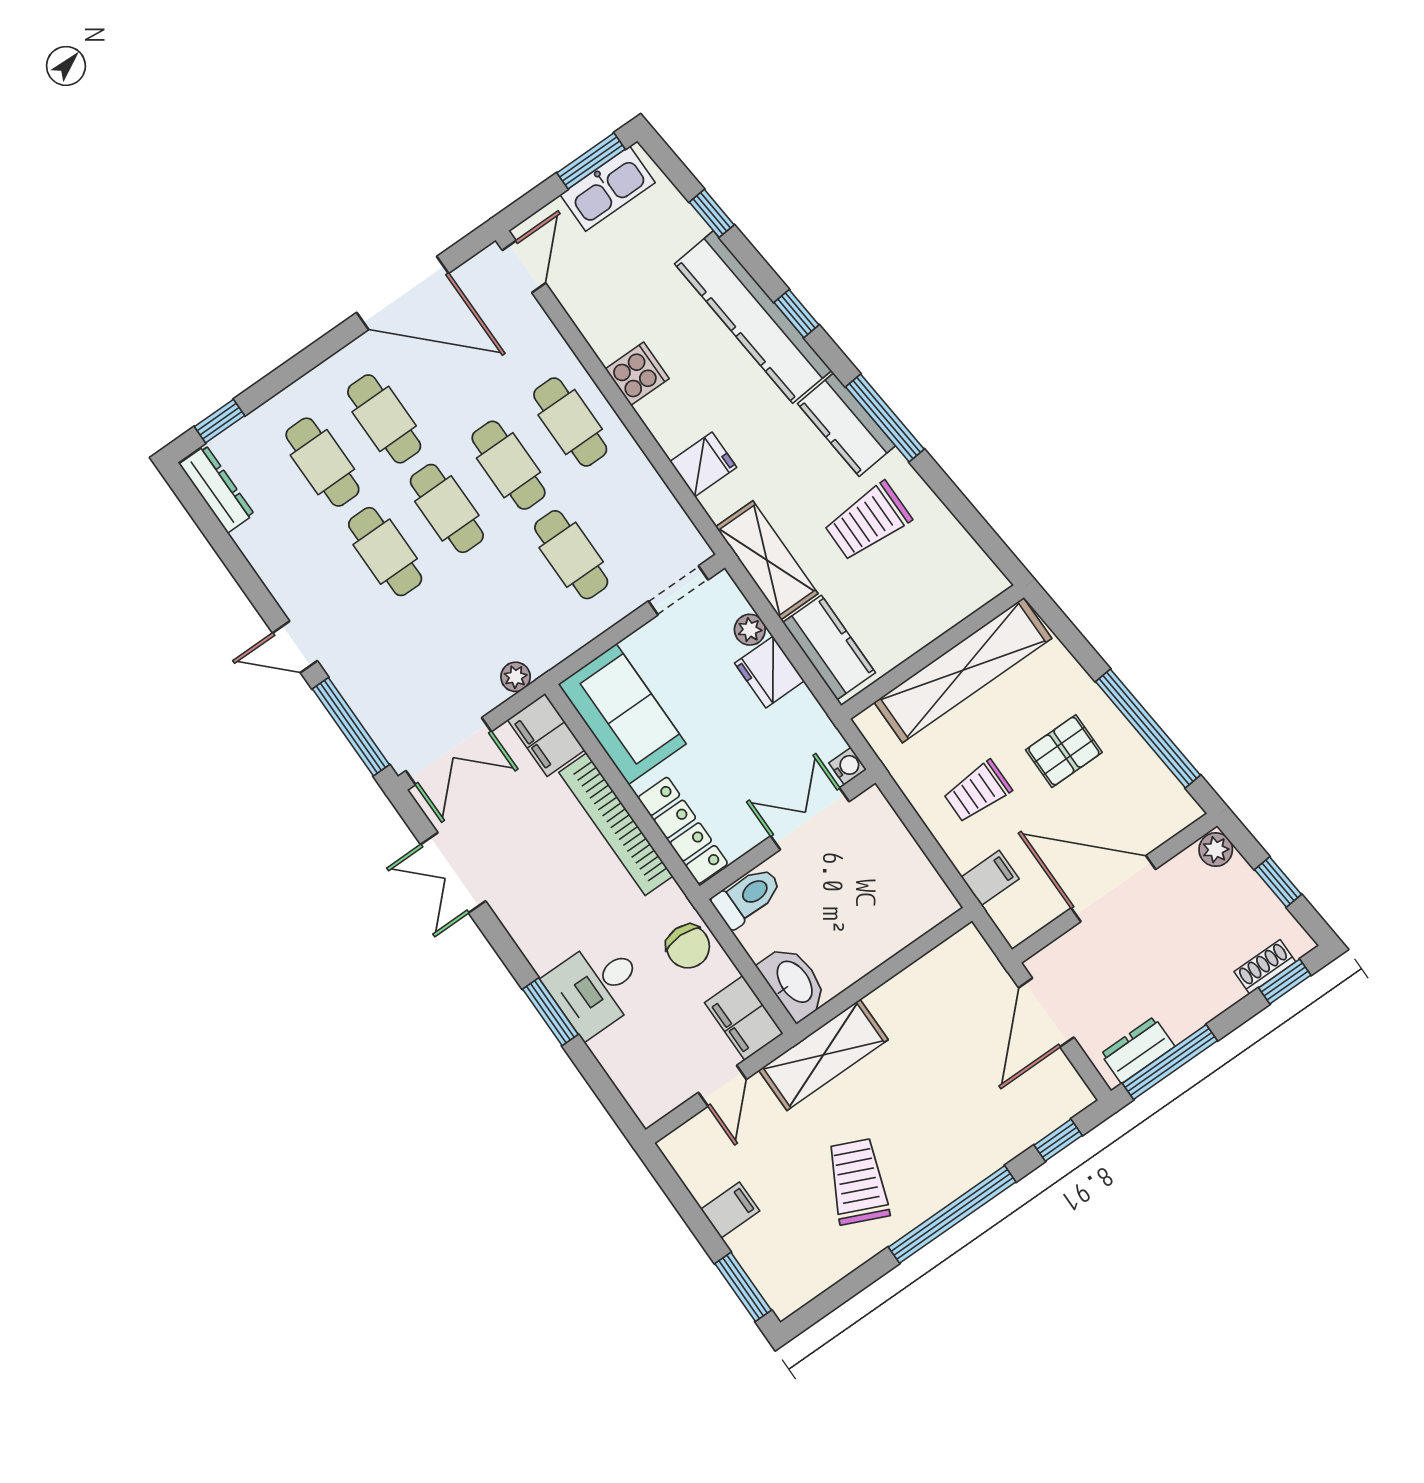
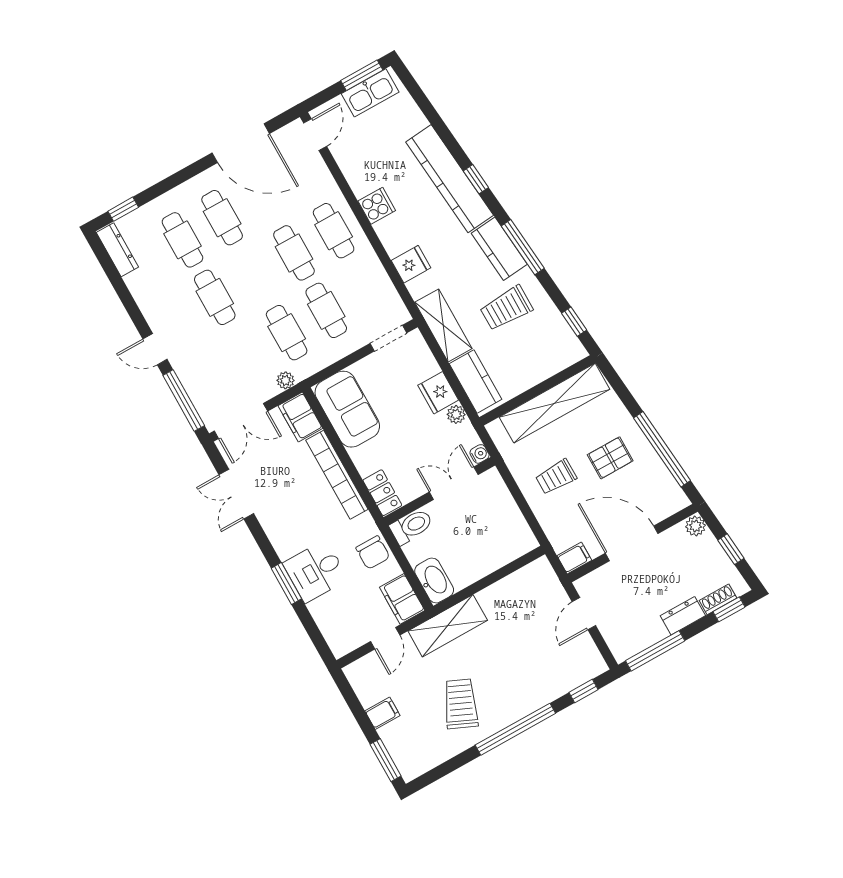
window: (712, 213) -> (574, 322), moved
cafe table: (447, 508) -> (287, 333), moved
plant: (750, 630) -> (456, 414), moved
locker: (683, 830) -> (382, 493), width x0.66
filing cabinet: (990, 878) -> (574, 558), moved
door: (1046, 1012) -> (584, 614), width x0.73
dresser: (1138, 1050) -> (683, 616), moved

